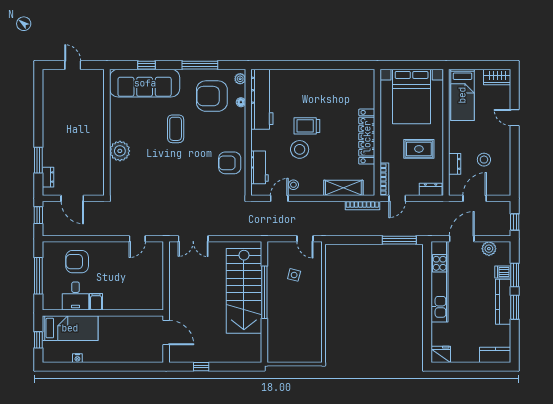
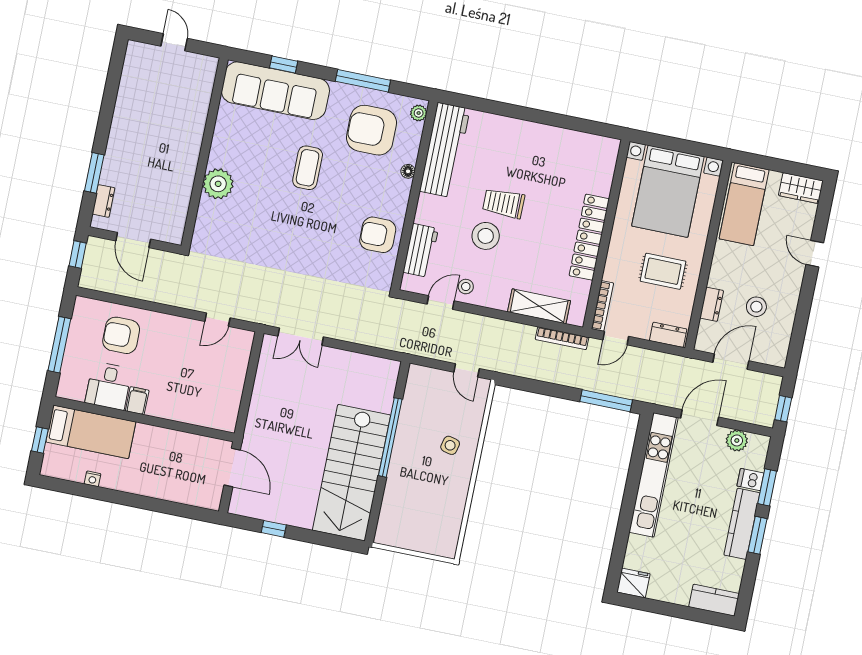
floor lamp: (241, 102) -> (408, 171), moved
side table: (294, 275) -> (450, 445), moved
stairs: (244, 291) -> (351, 473), moved

